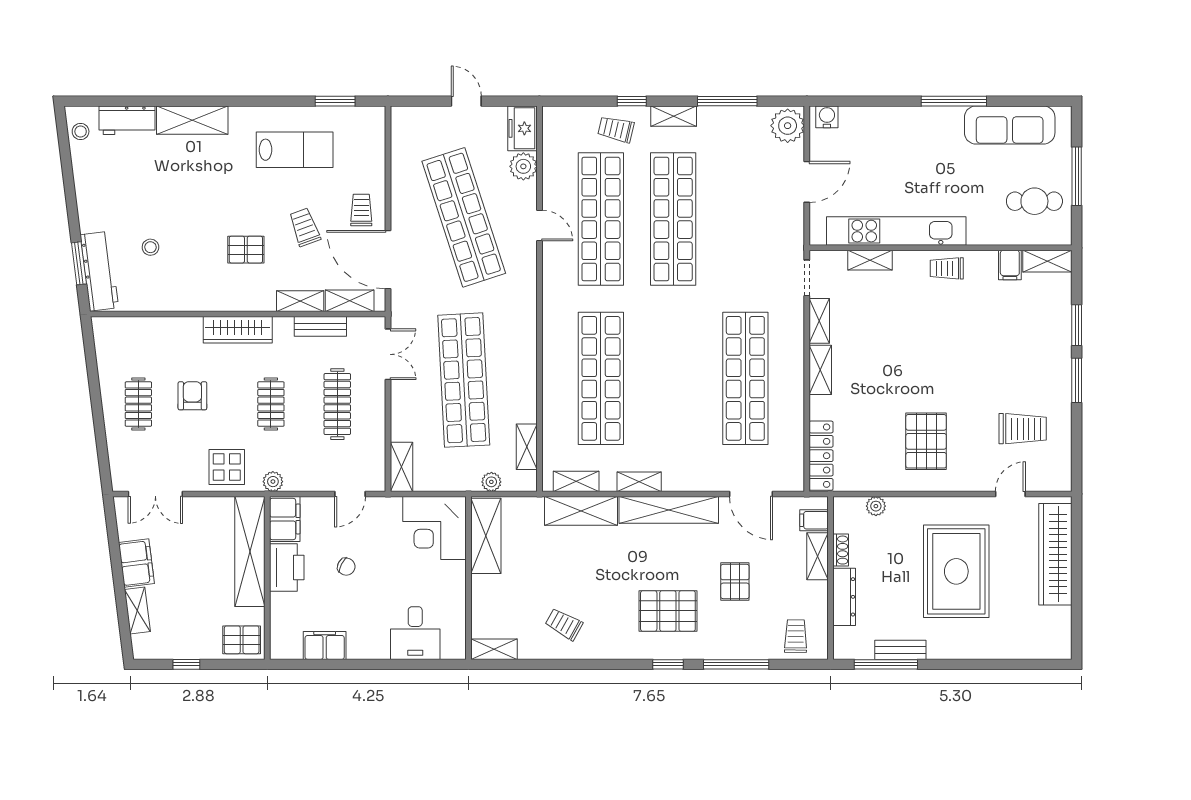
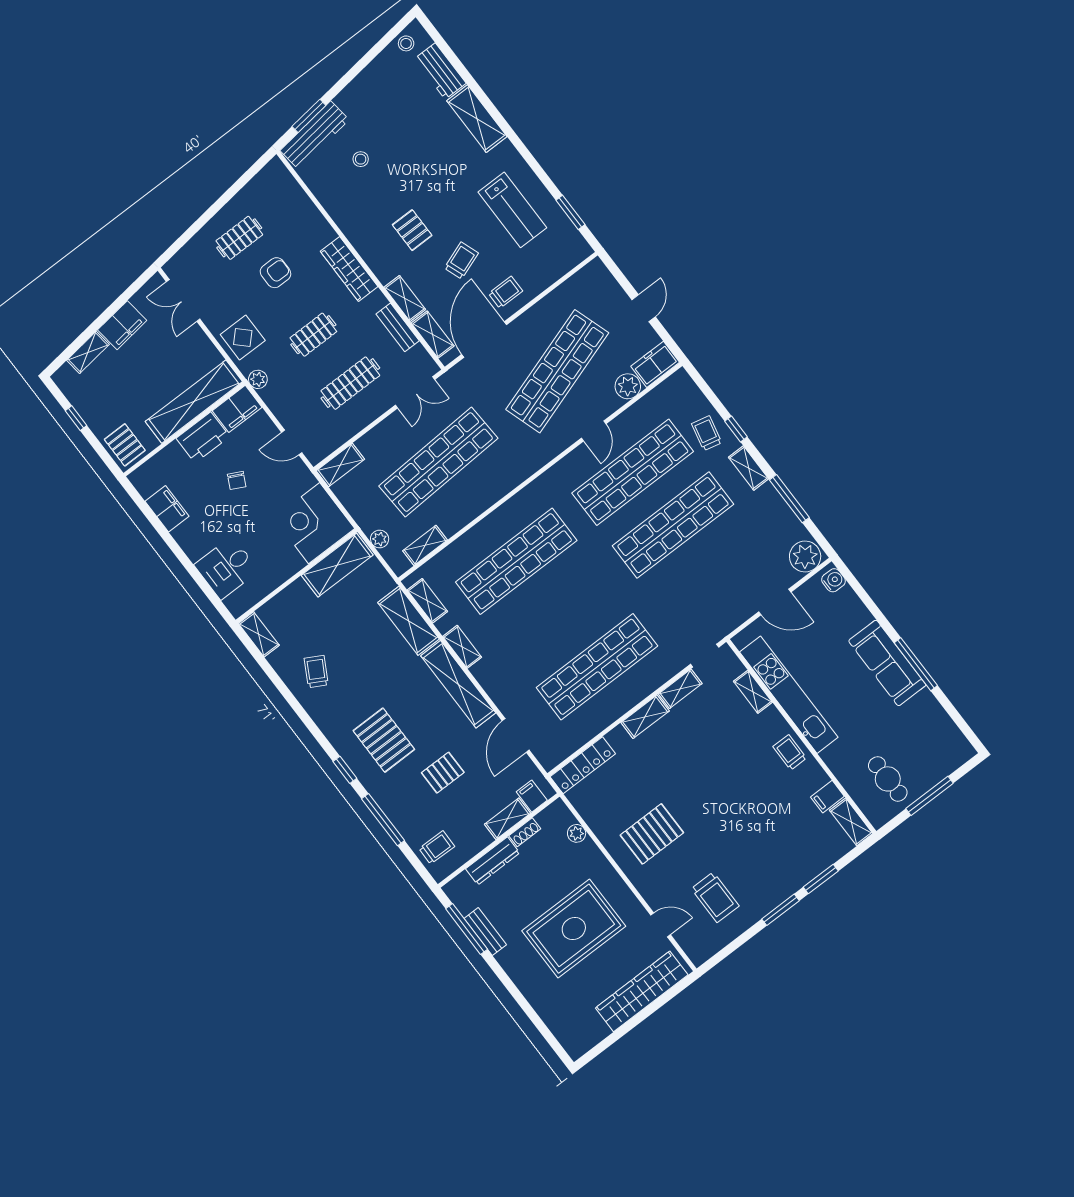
sofa: (1010, 125) -> (887, 663), moved

